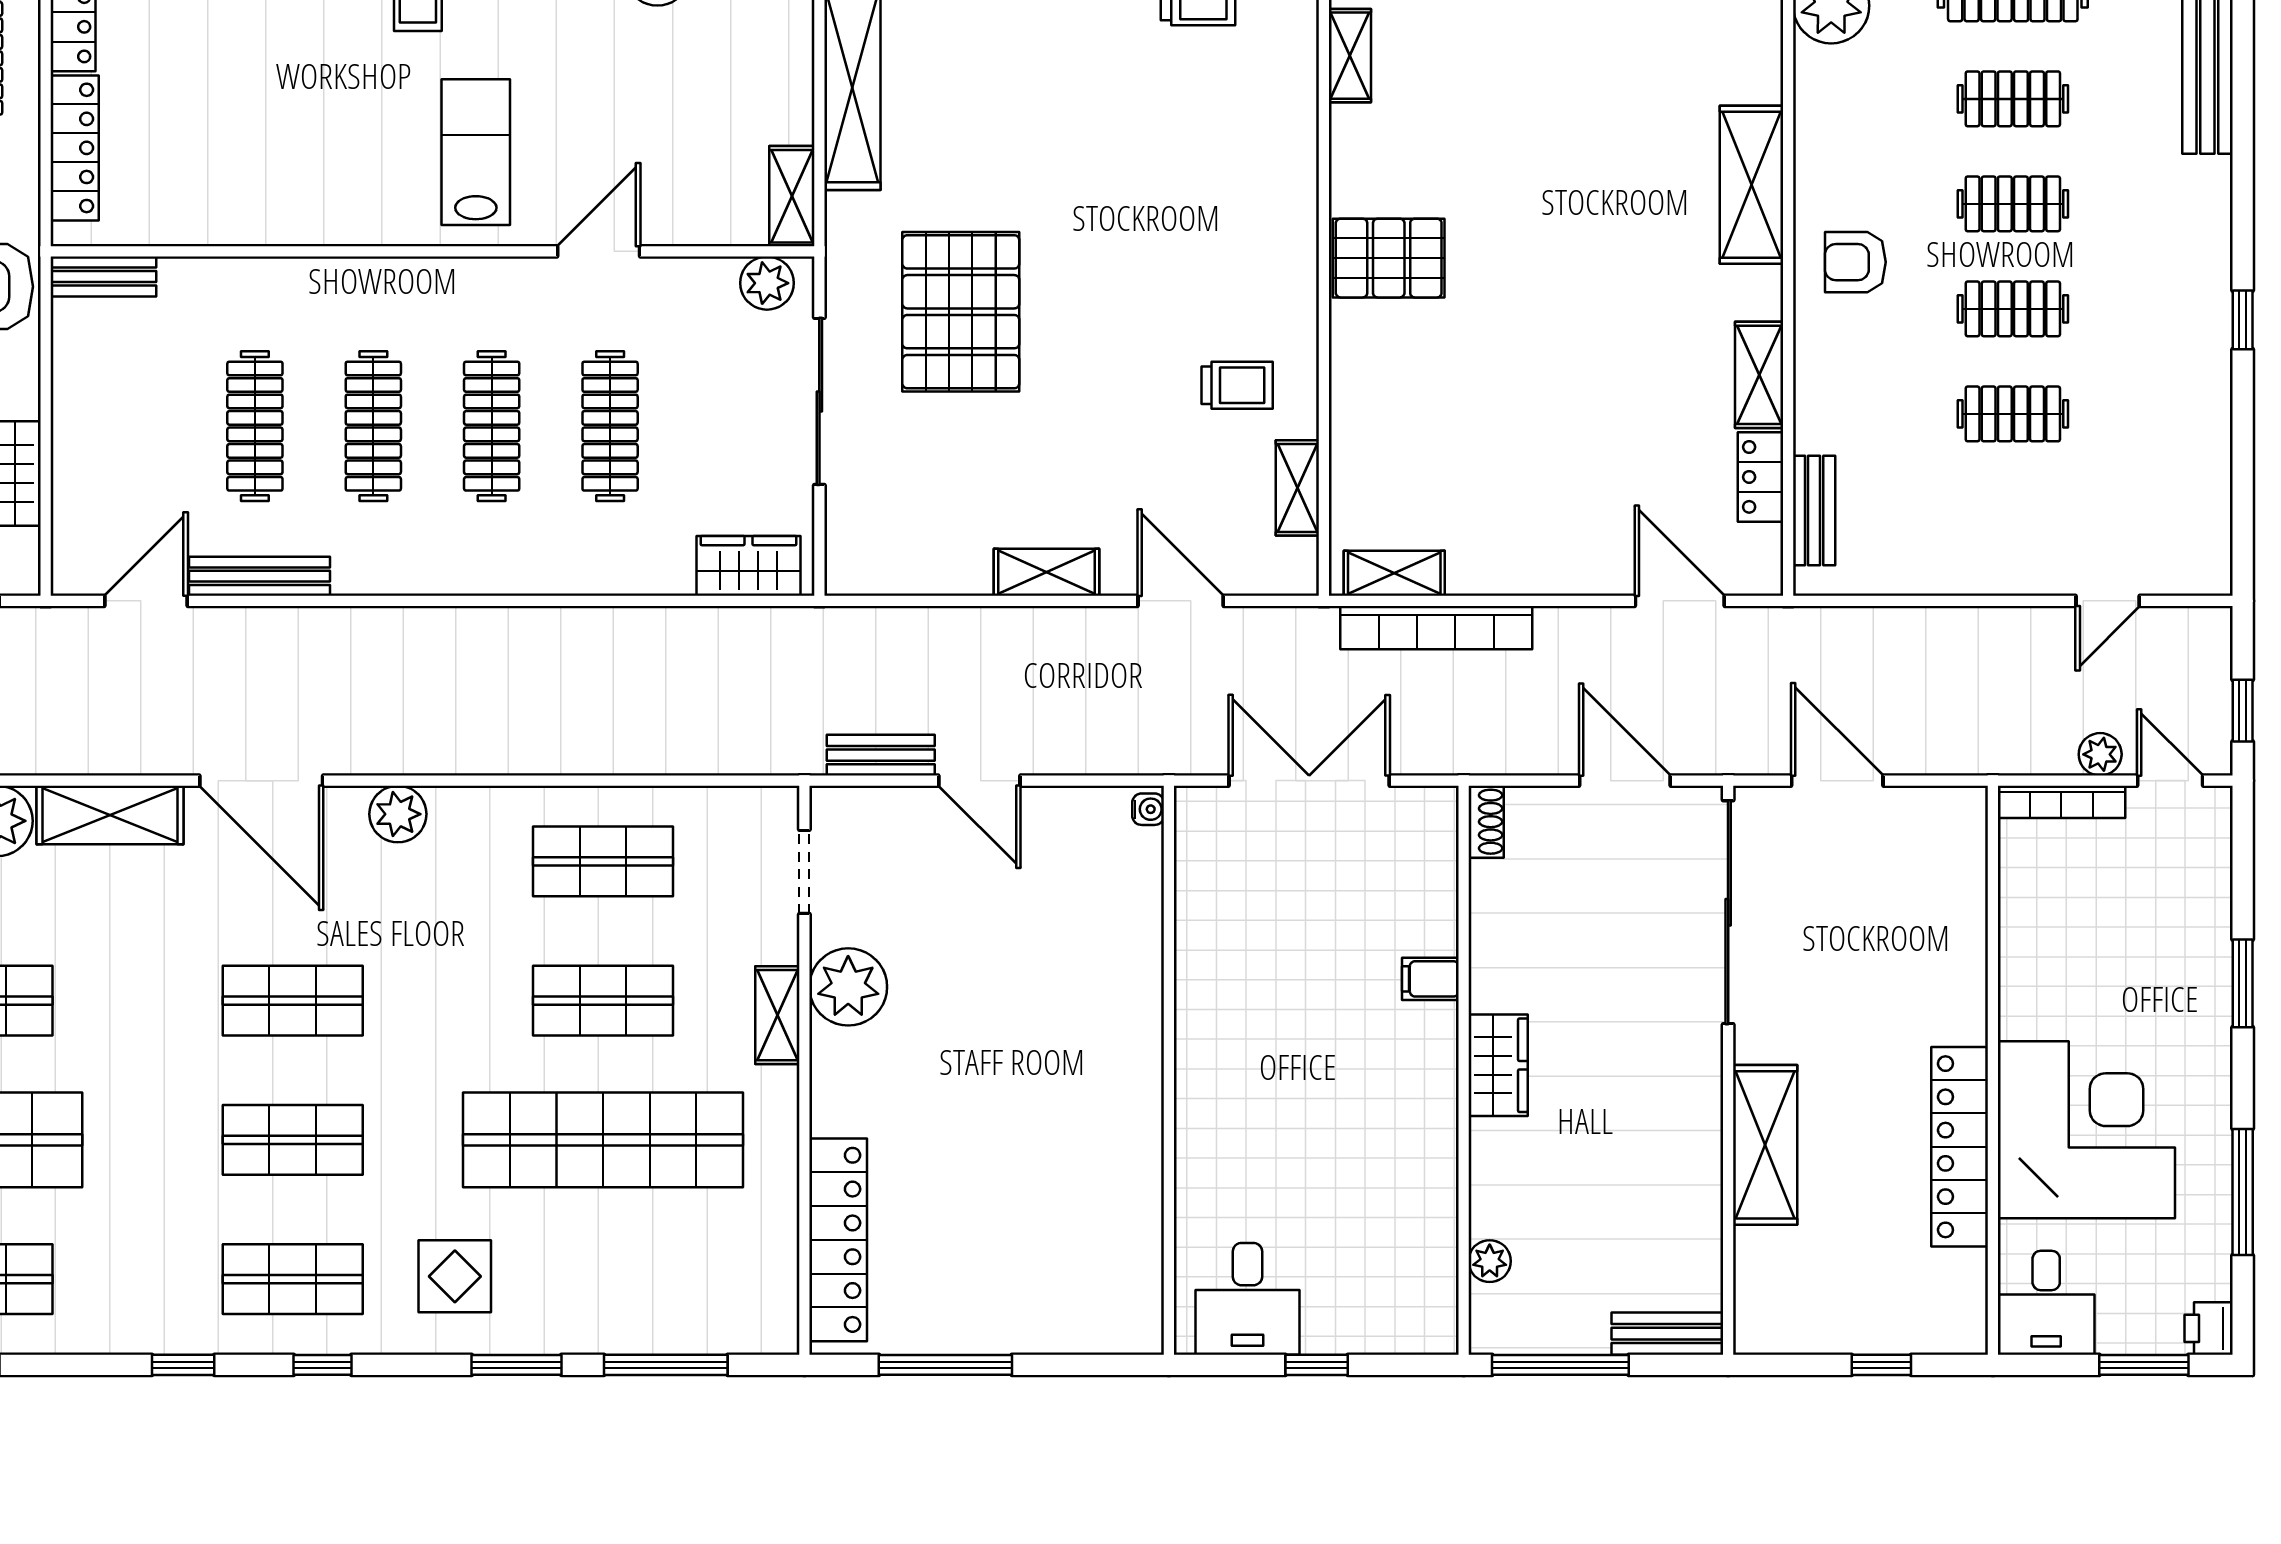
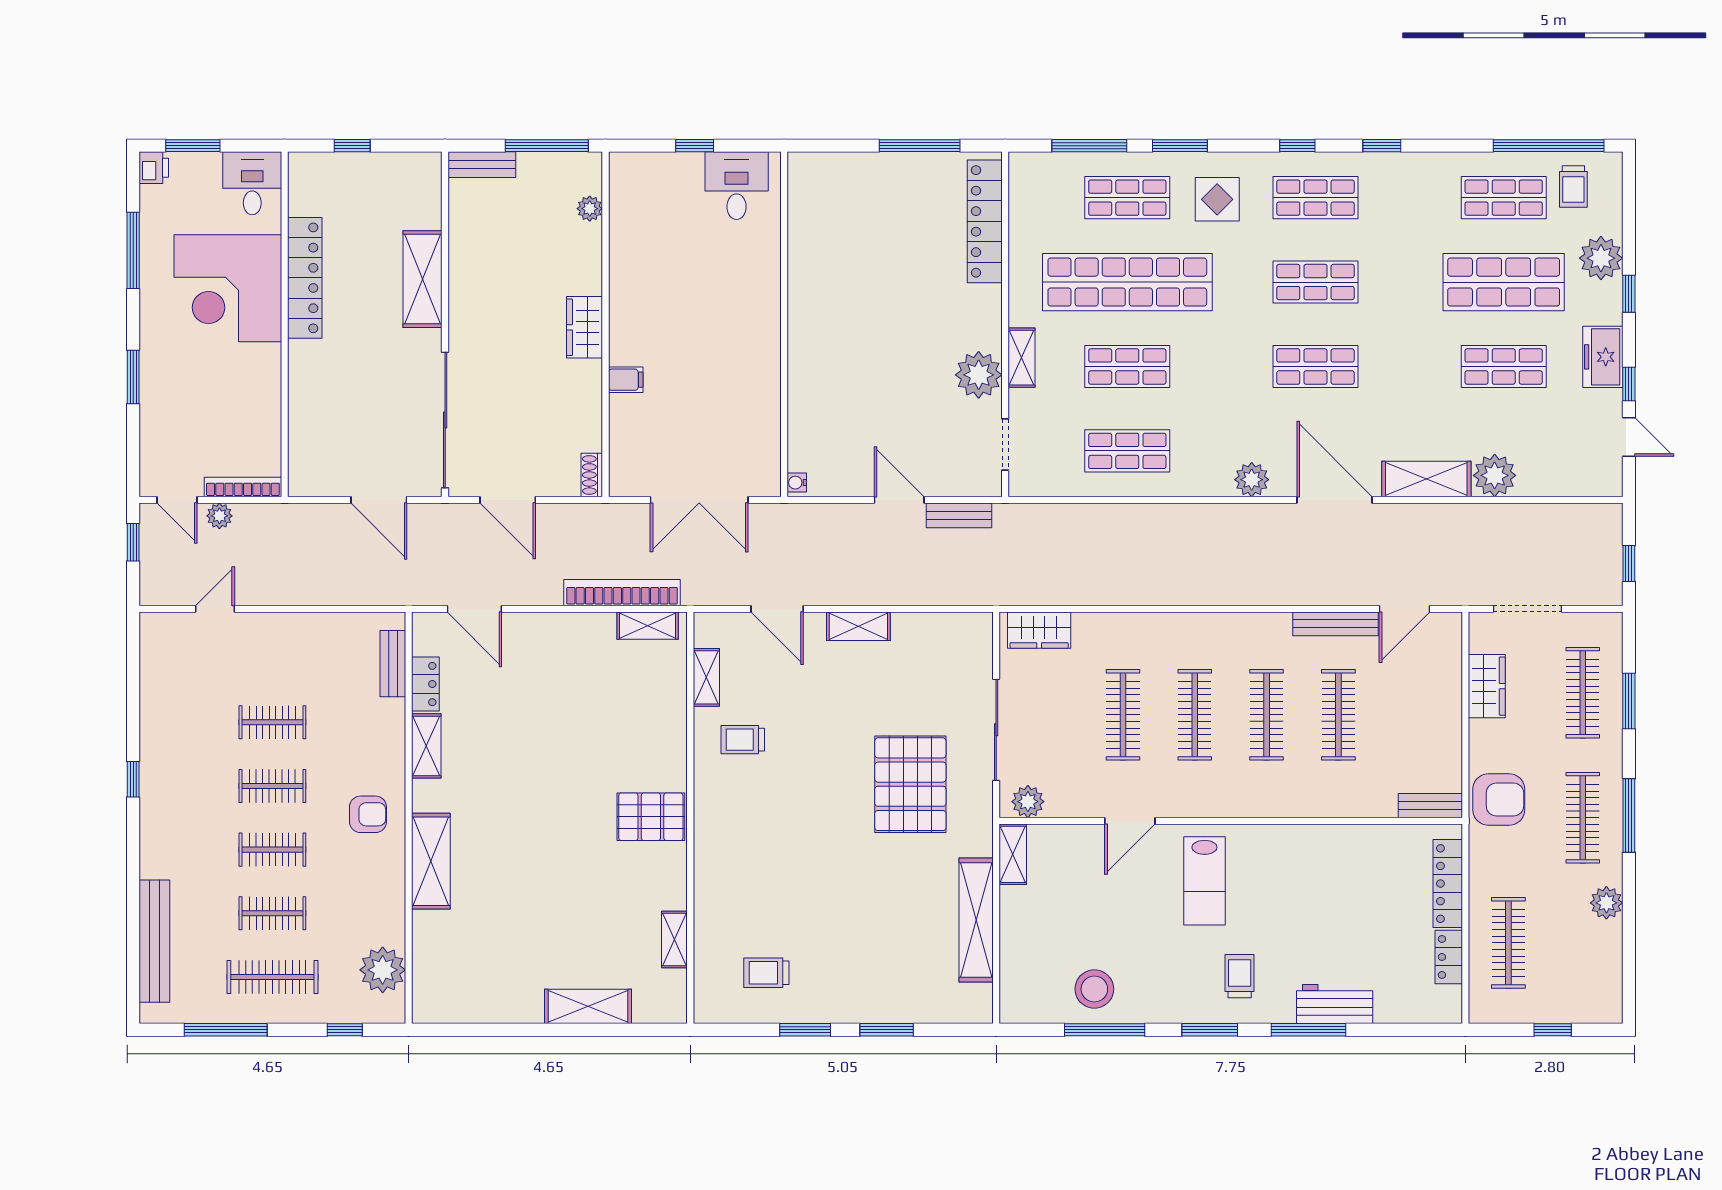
shop shelf: (603, 1279) -> (1127, 198), added

